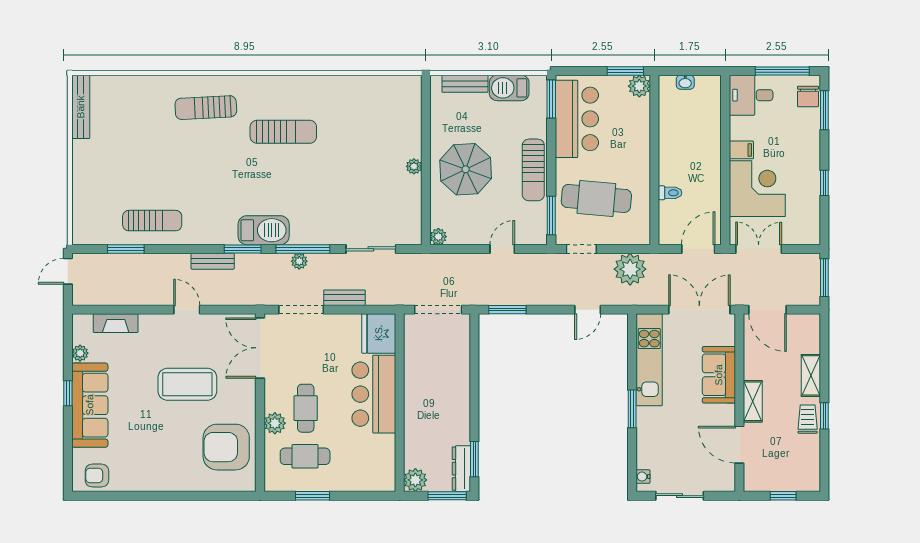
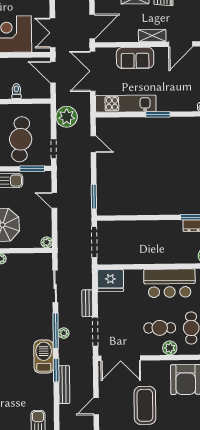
bench: (213, 261) -> (64, 385), width x1.36
bar counter: (374, 394) -> (170, 283), moved

